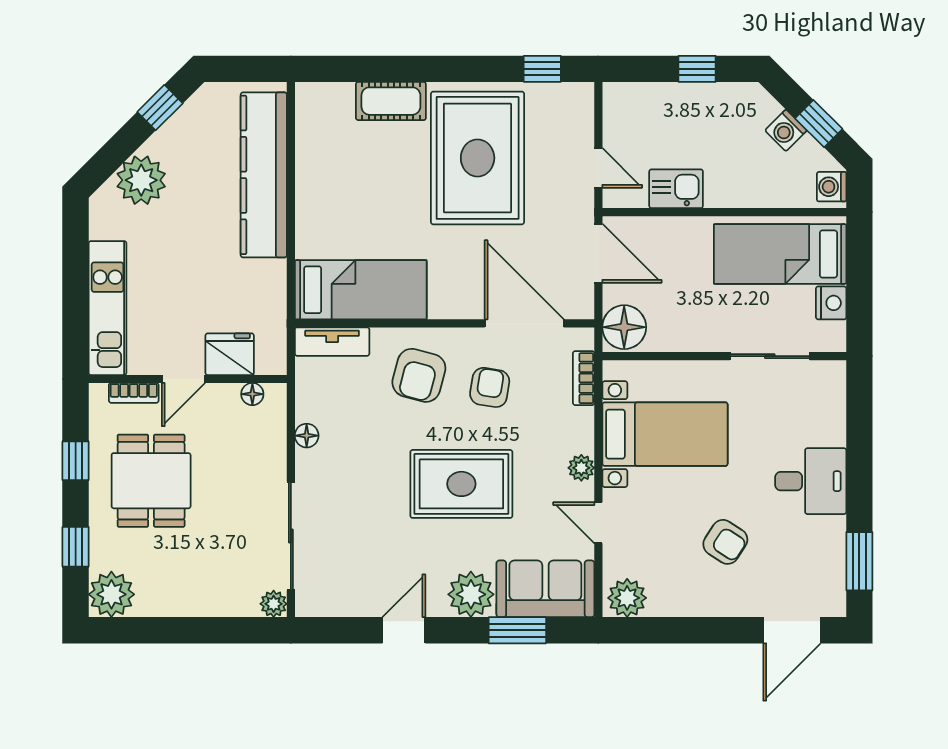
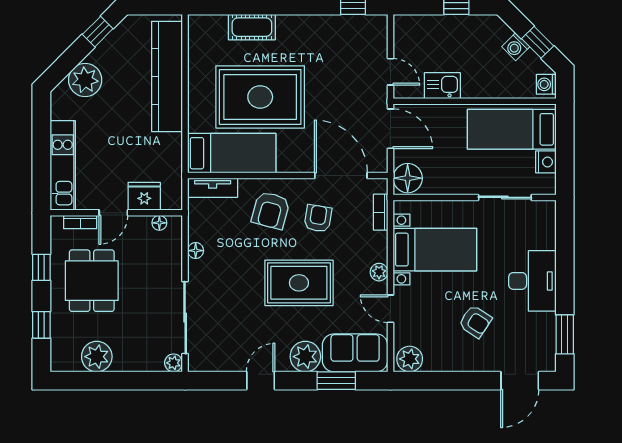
rug: (478, 158) -> (260, 97), moved, turned 90
desk: (811, 481) -> (532, 281), width x1.37
plant: (111, 594) -> (97, 357), moved

